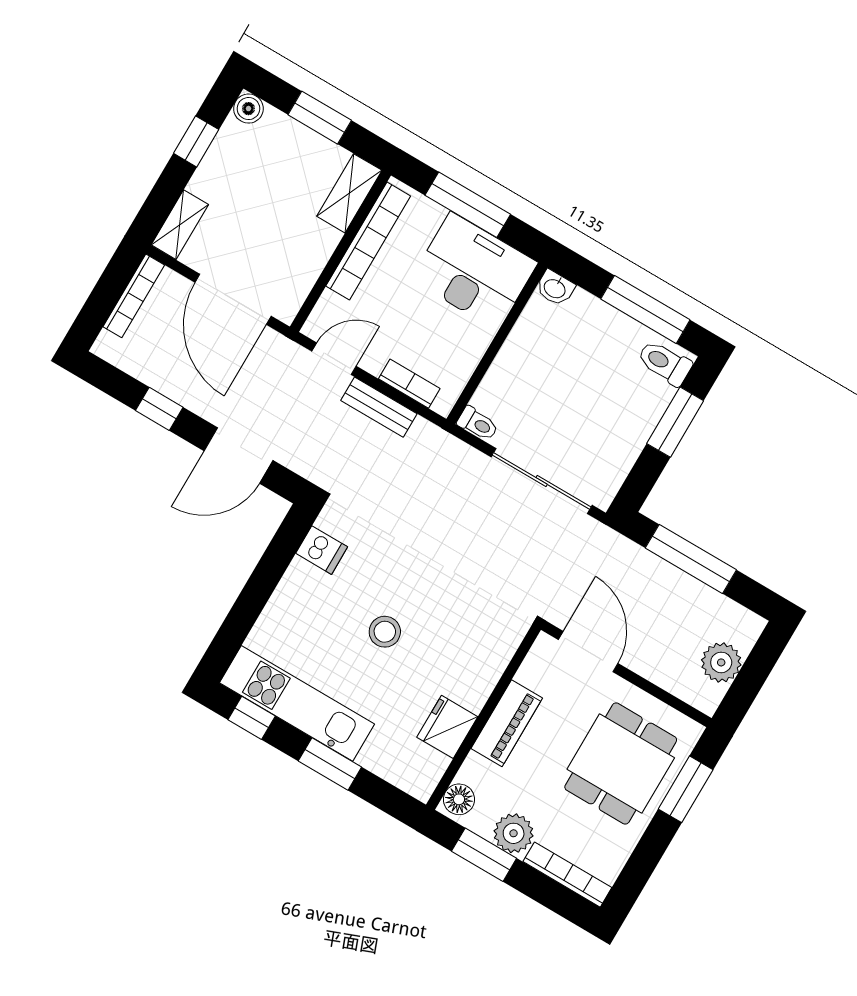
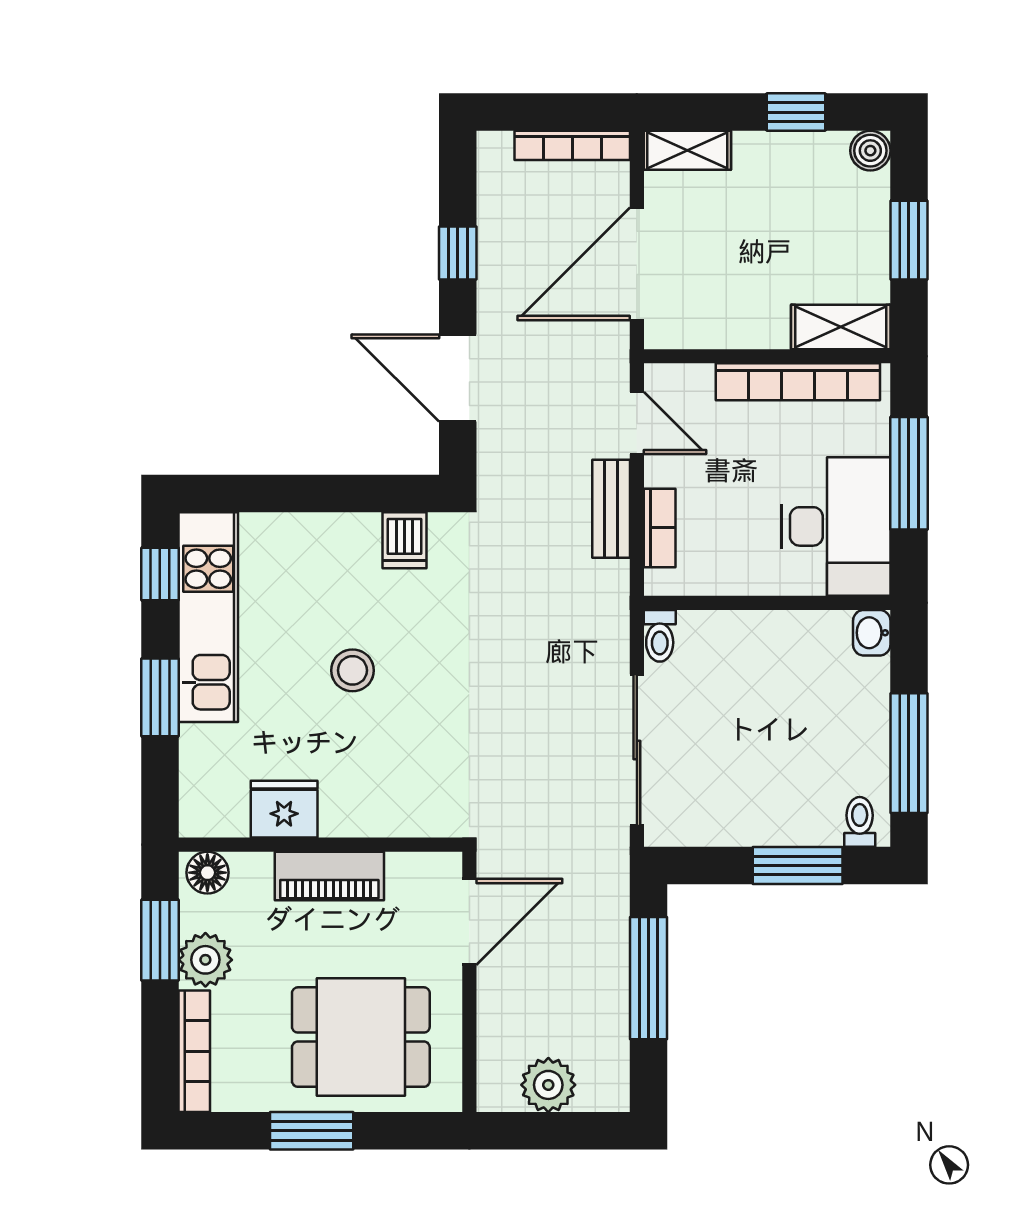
toilet: (665, 363) -> (860, 822), width x0.73, depth x0.72
window: (686, 789) -> (312, 1131), moved

